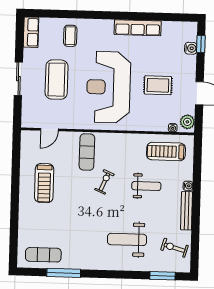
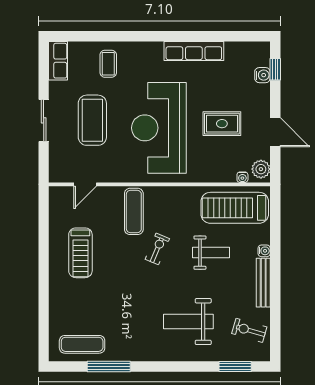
treadmill: (166, 151) -> (235, 208), width x1.37, depth x1.37

